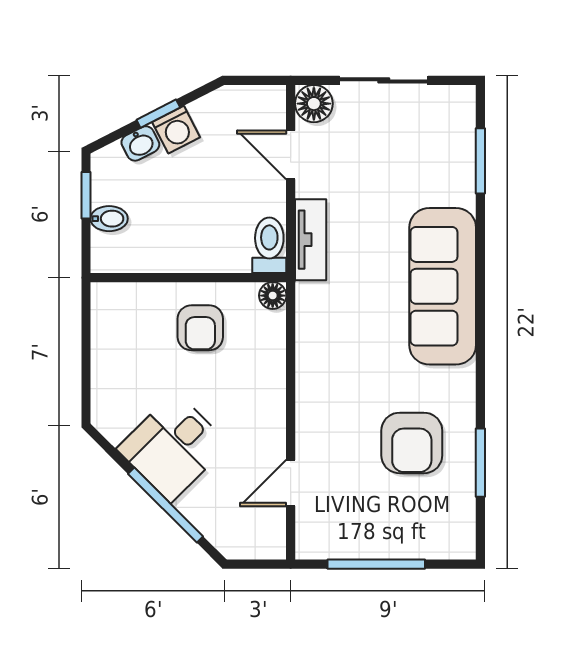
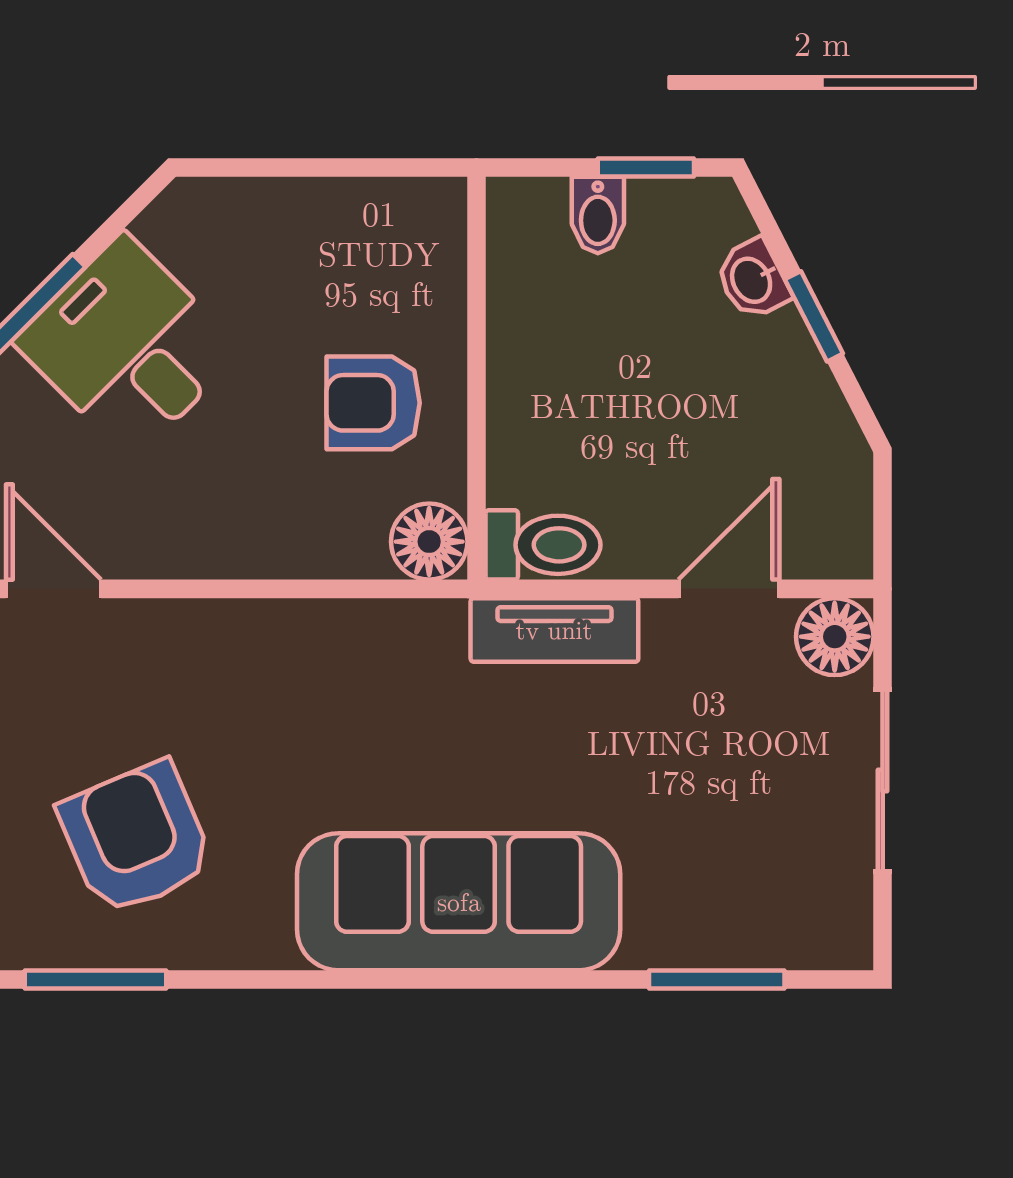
washing machine: (176, 130) -> (781, 353), removed
floor lamp: (273, 296) -> (429, 542), width x1.37, depth x1.37
armchair: (412, 443) -> (136, 838), turned 67

